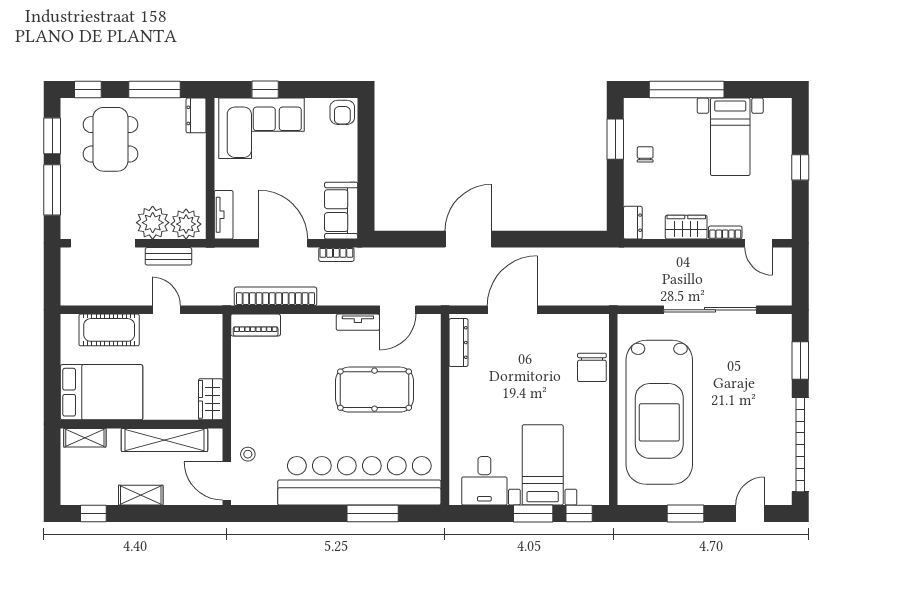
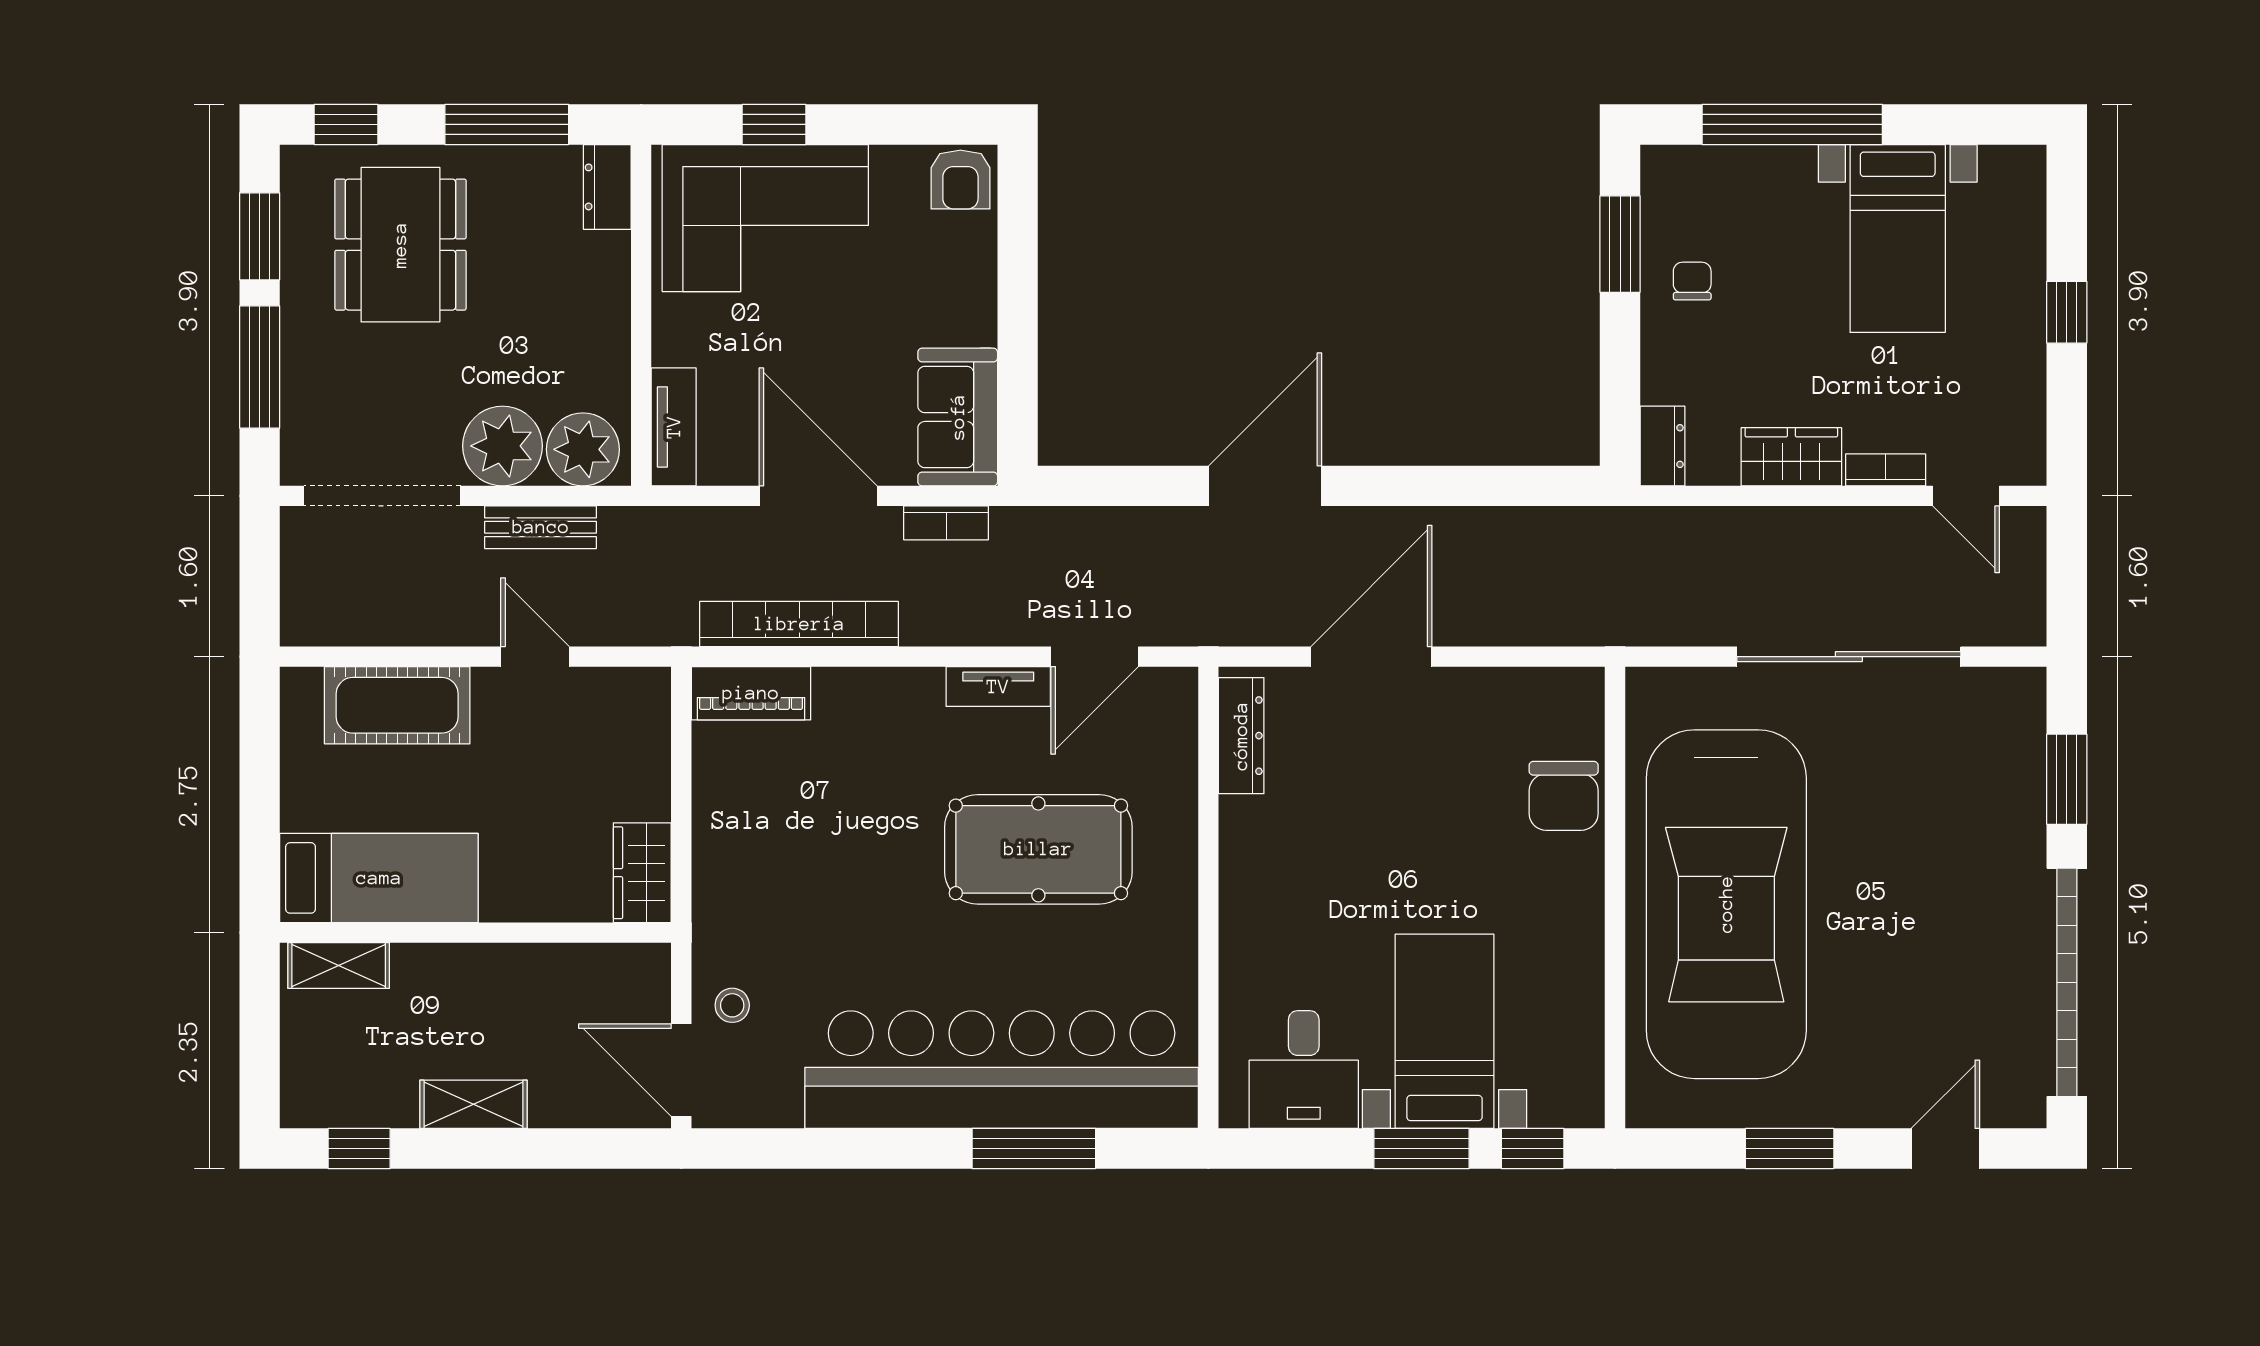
bed: (102, 392) -> (379, 878), width x0.67
shelving: (164, 440) -> (531, 971), removed

